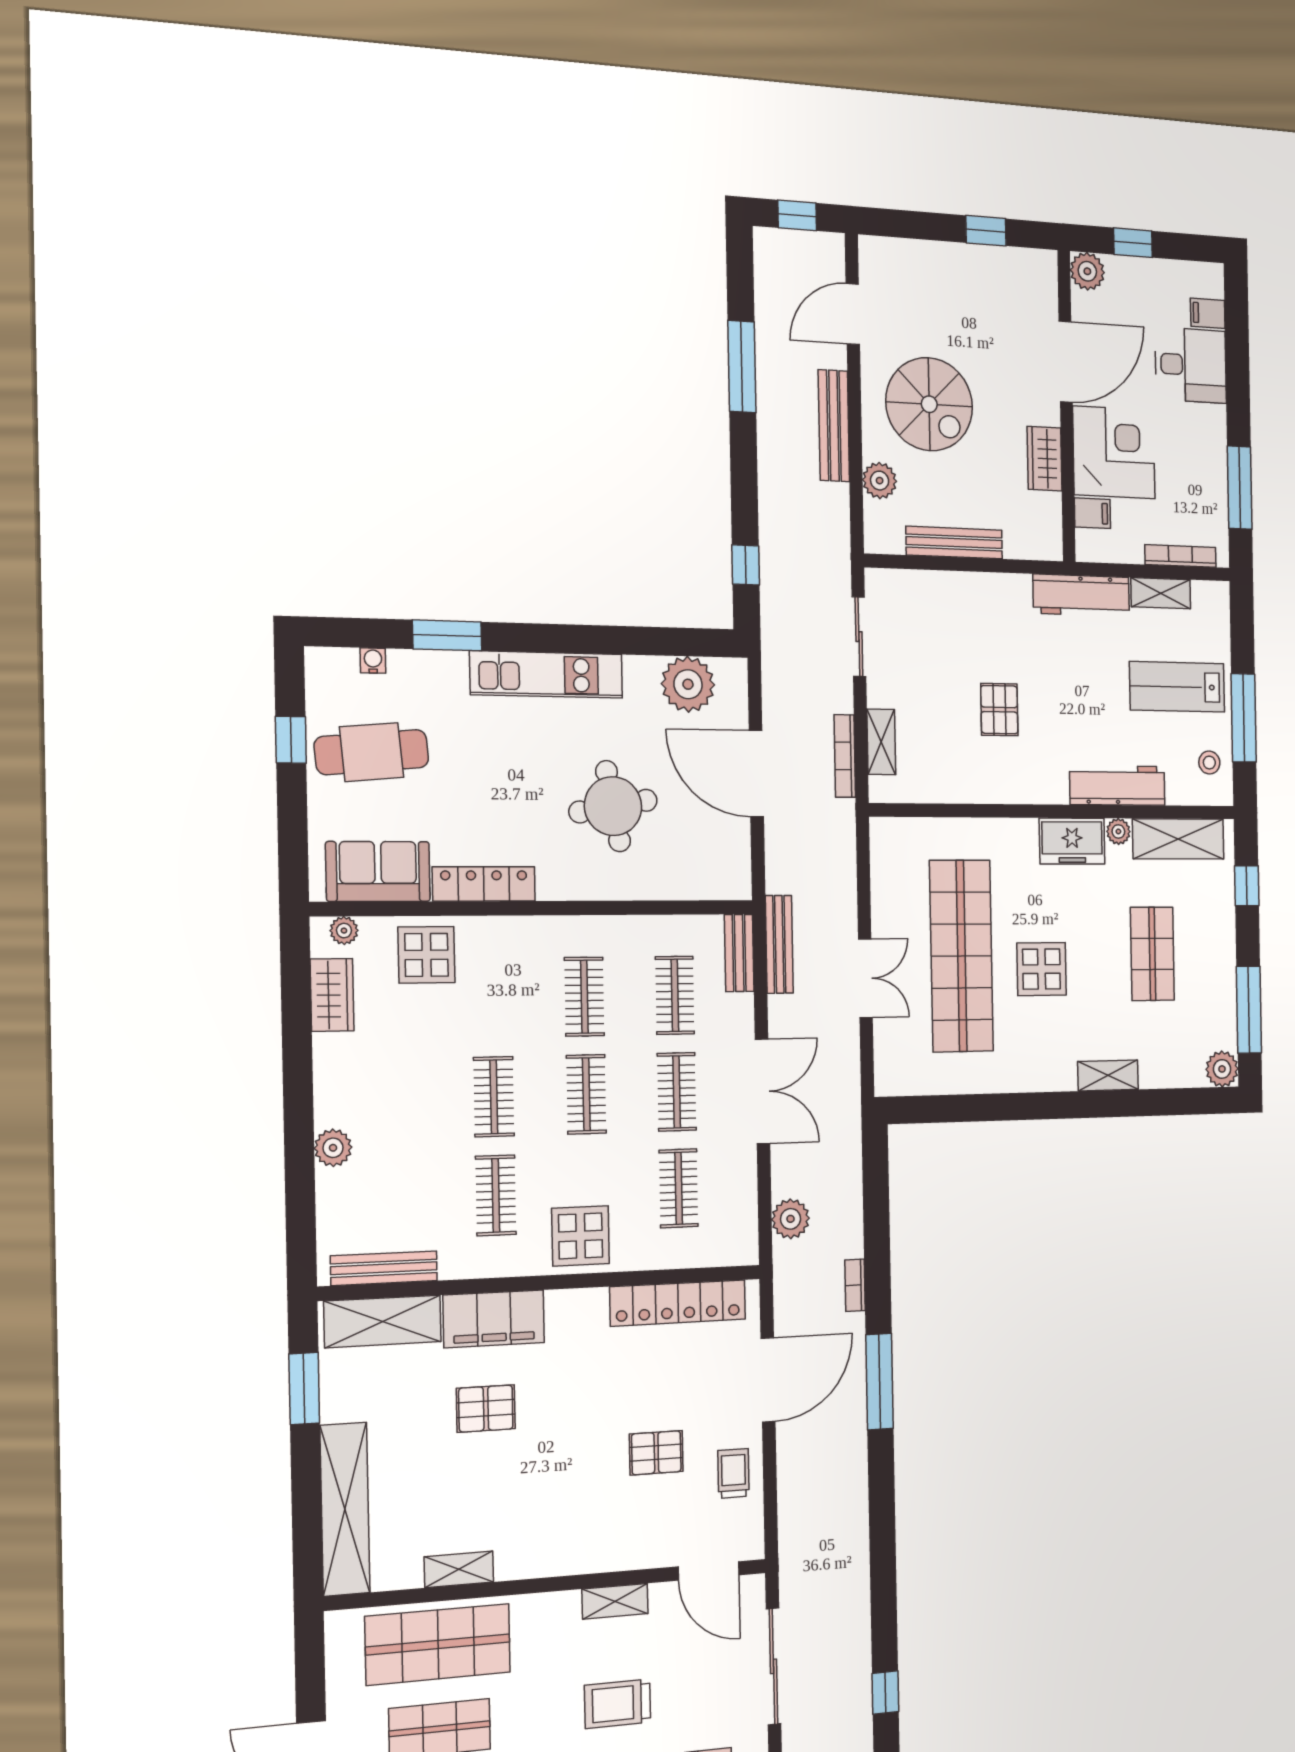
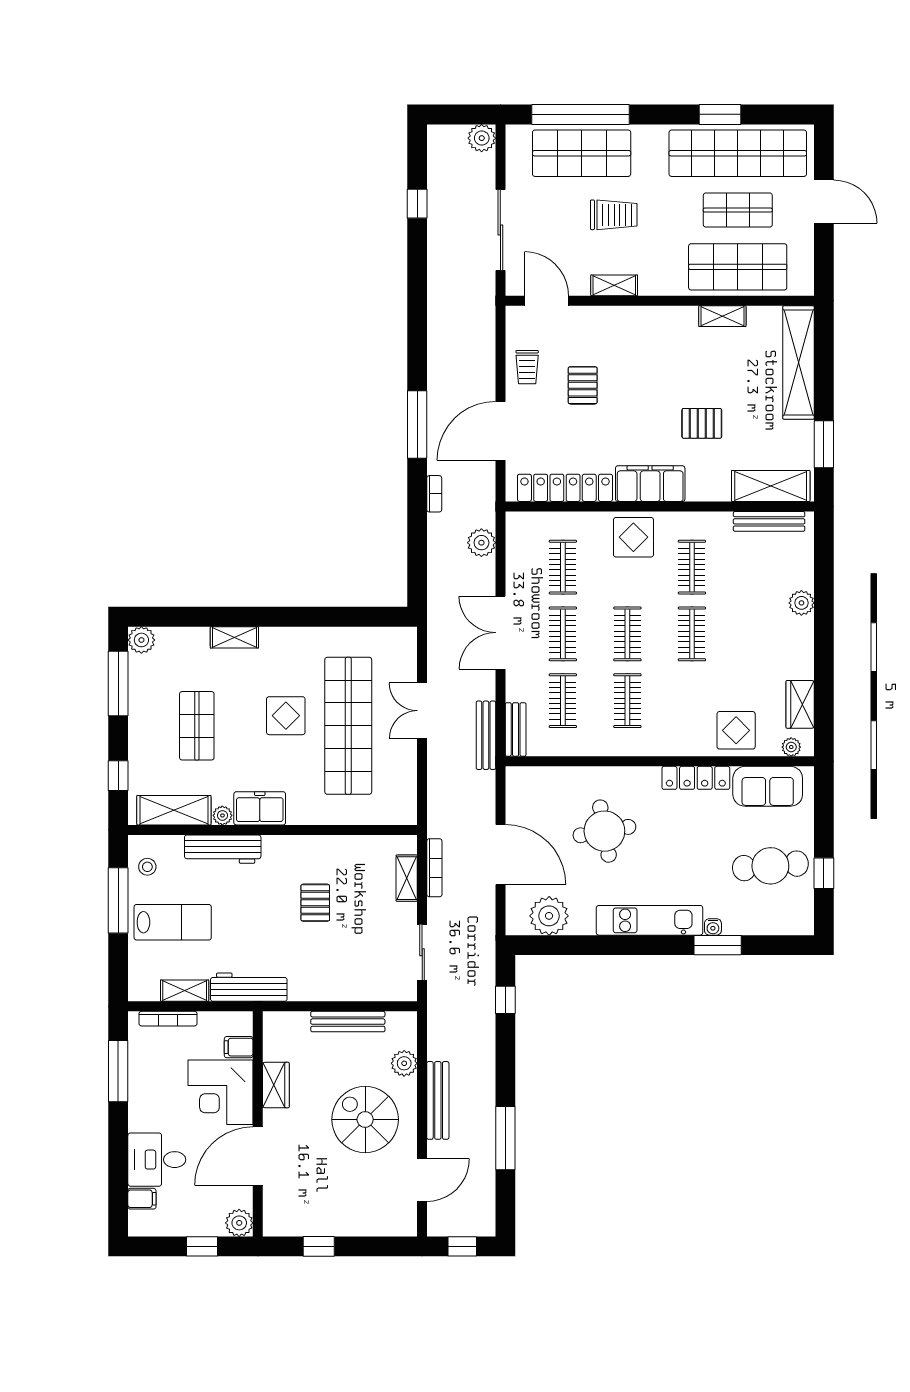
water cooler: (373, 661) -> (713, 927), moved
filing cabinet: (494, 1319) -> (650, 484), moved
pallet: (656, 1453) -> (583, 385), turned 90

